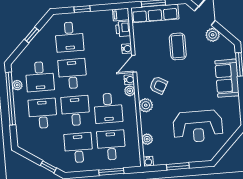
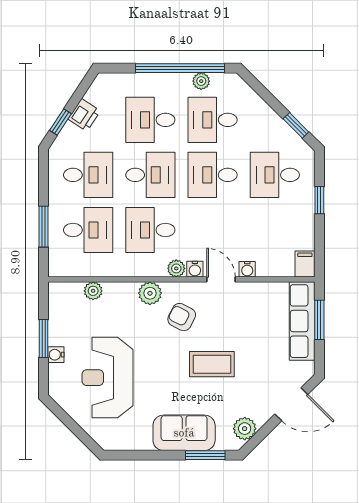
printer: (123, 29) -> (84, 115), moved, turned 123
window: (32, 35) -> (296, 125), moved
plant: (213, 35) -> (245, 429), moved
coffee table: (178, 46) -> (212, 364), moved
desk: (72, 74) -> (213, 175), turned 180
armchair: (158, 85) -> (182, 317), turned 88
desk: (43, 113) -> (150, 120), turned 180
water cooler: (148, 161) -> (56, 355), moved

